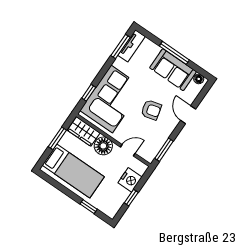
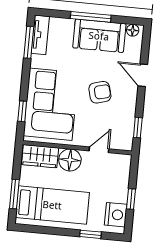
window: (57, 138) -> (14, 194), moved
window: (164, 150) -> (138, 128), width x0.67
nightstand: (130, 180) -> (116, 215), moved

